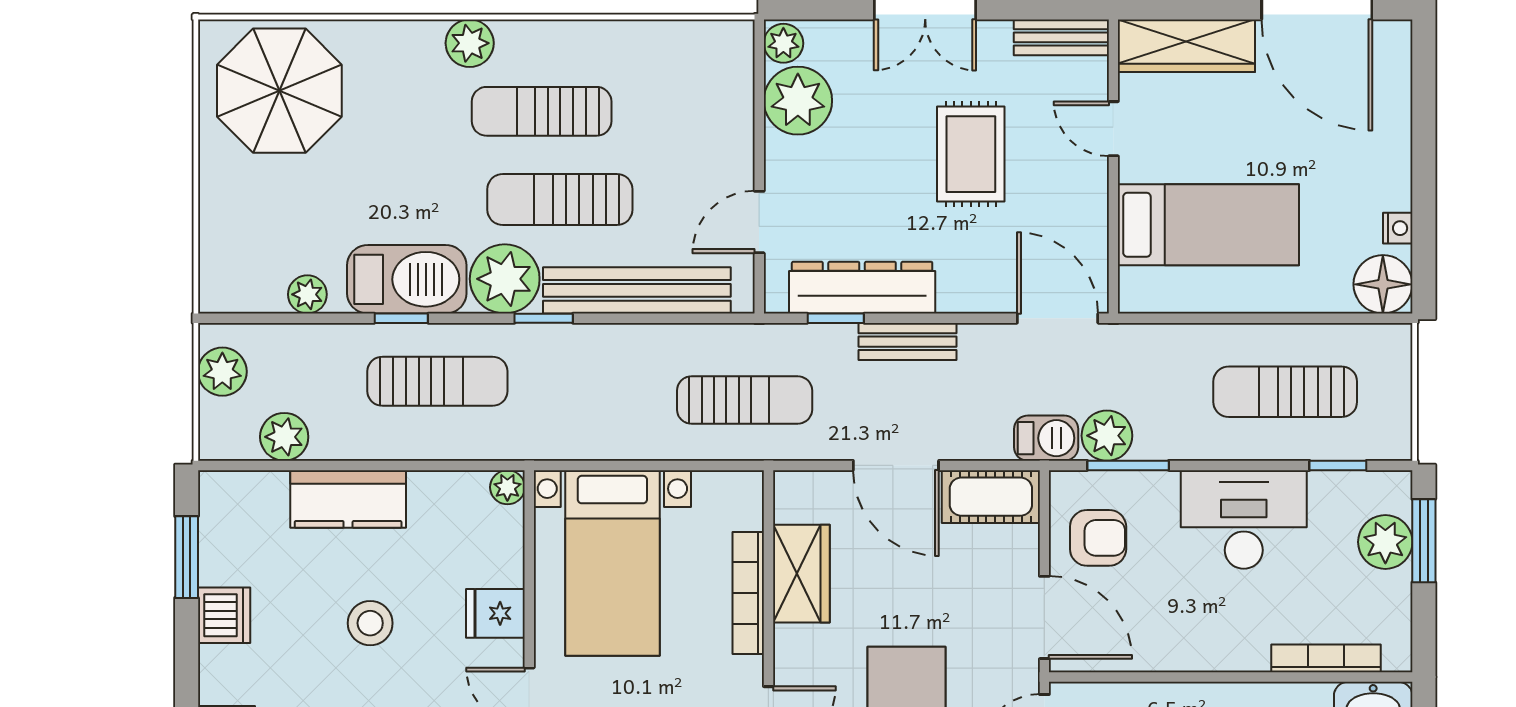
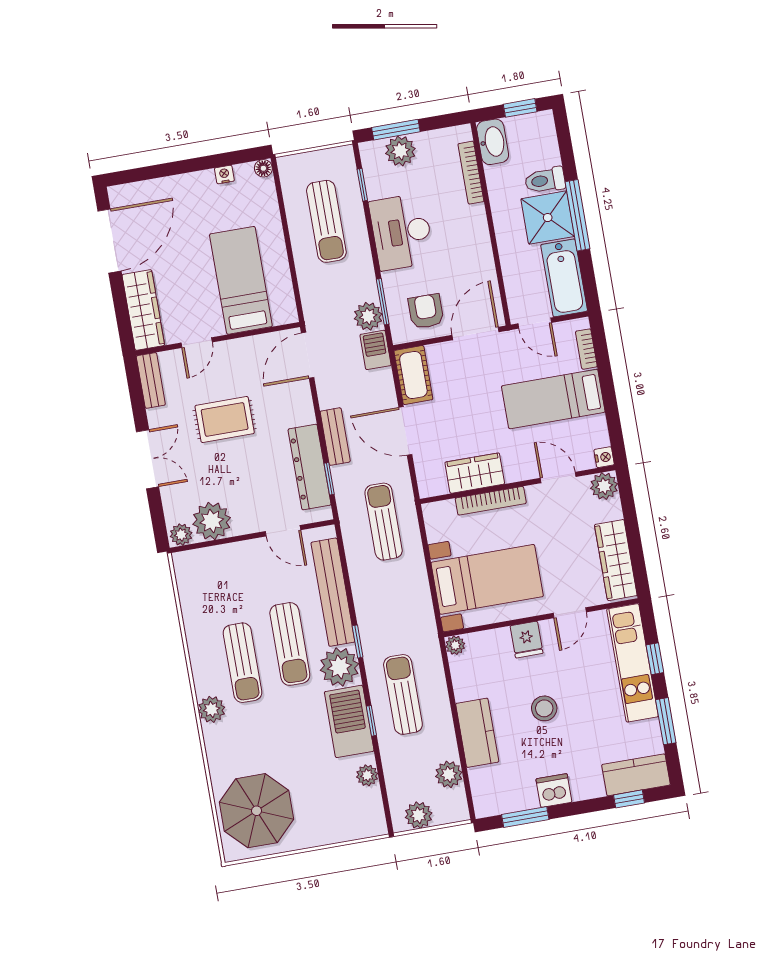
floor lamp: (1383, 284) -> (263, 168), width x0.53, depth x0.53
door: (896, 465) -> (405, 431), swing flipped

